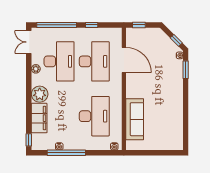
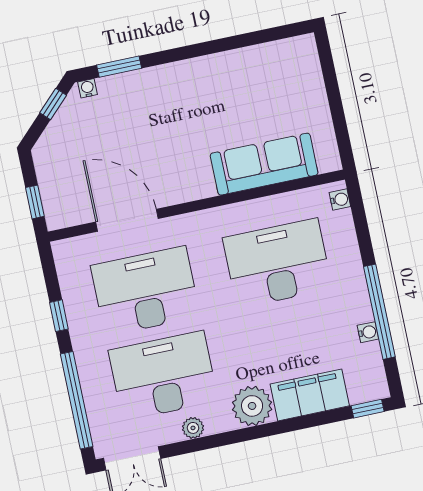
door: (124, 60) -> (127, 220), hinge flipped

